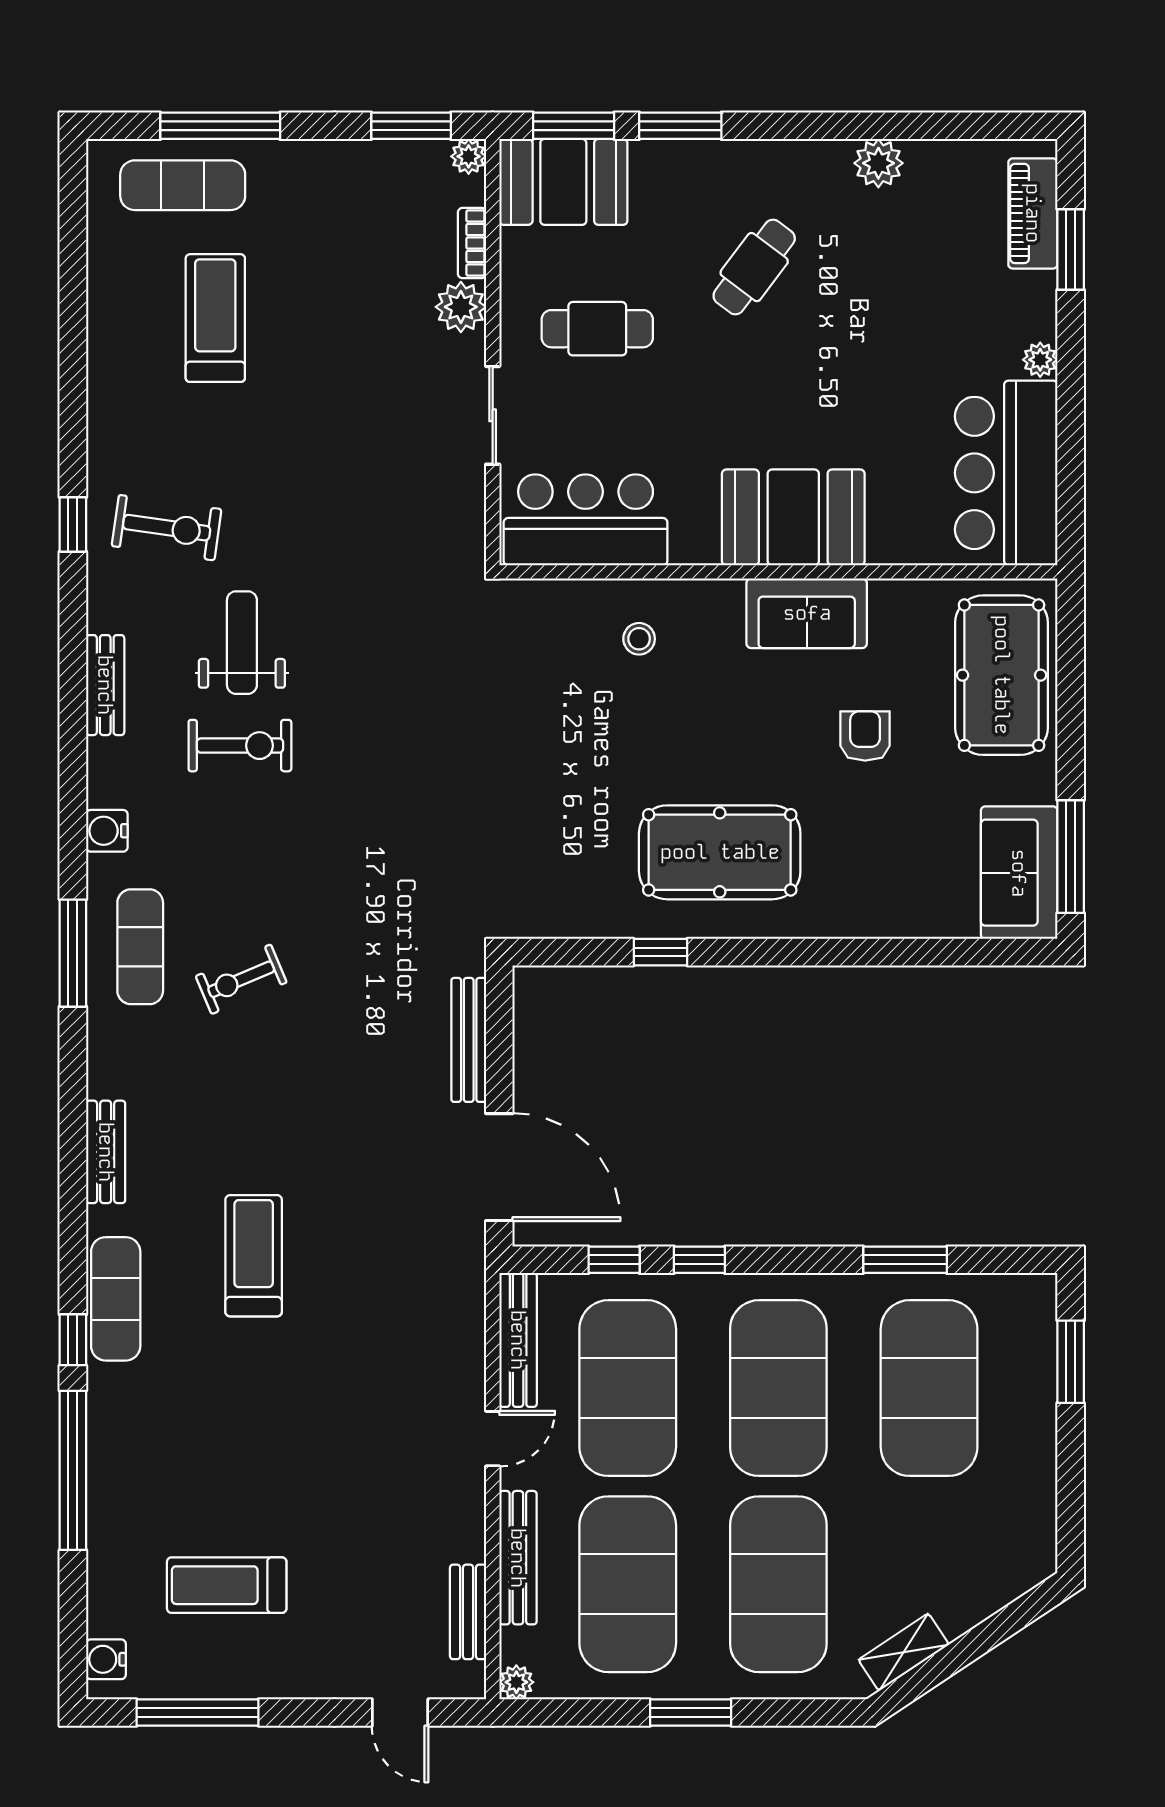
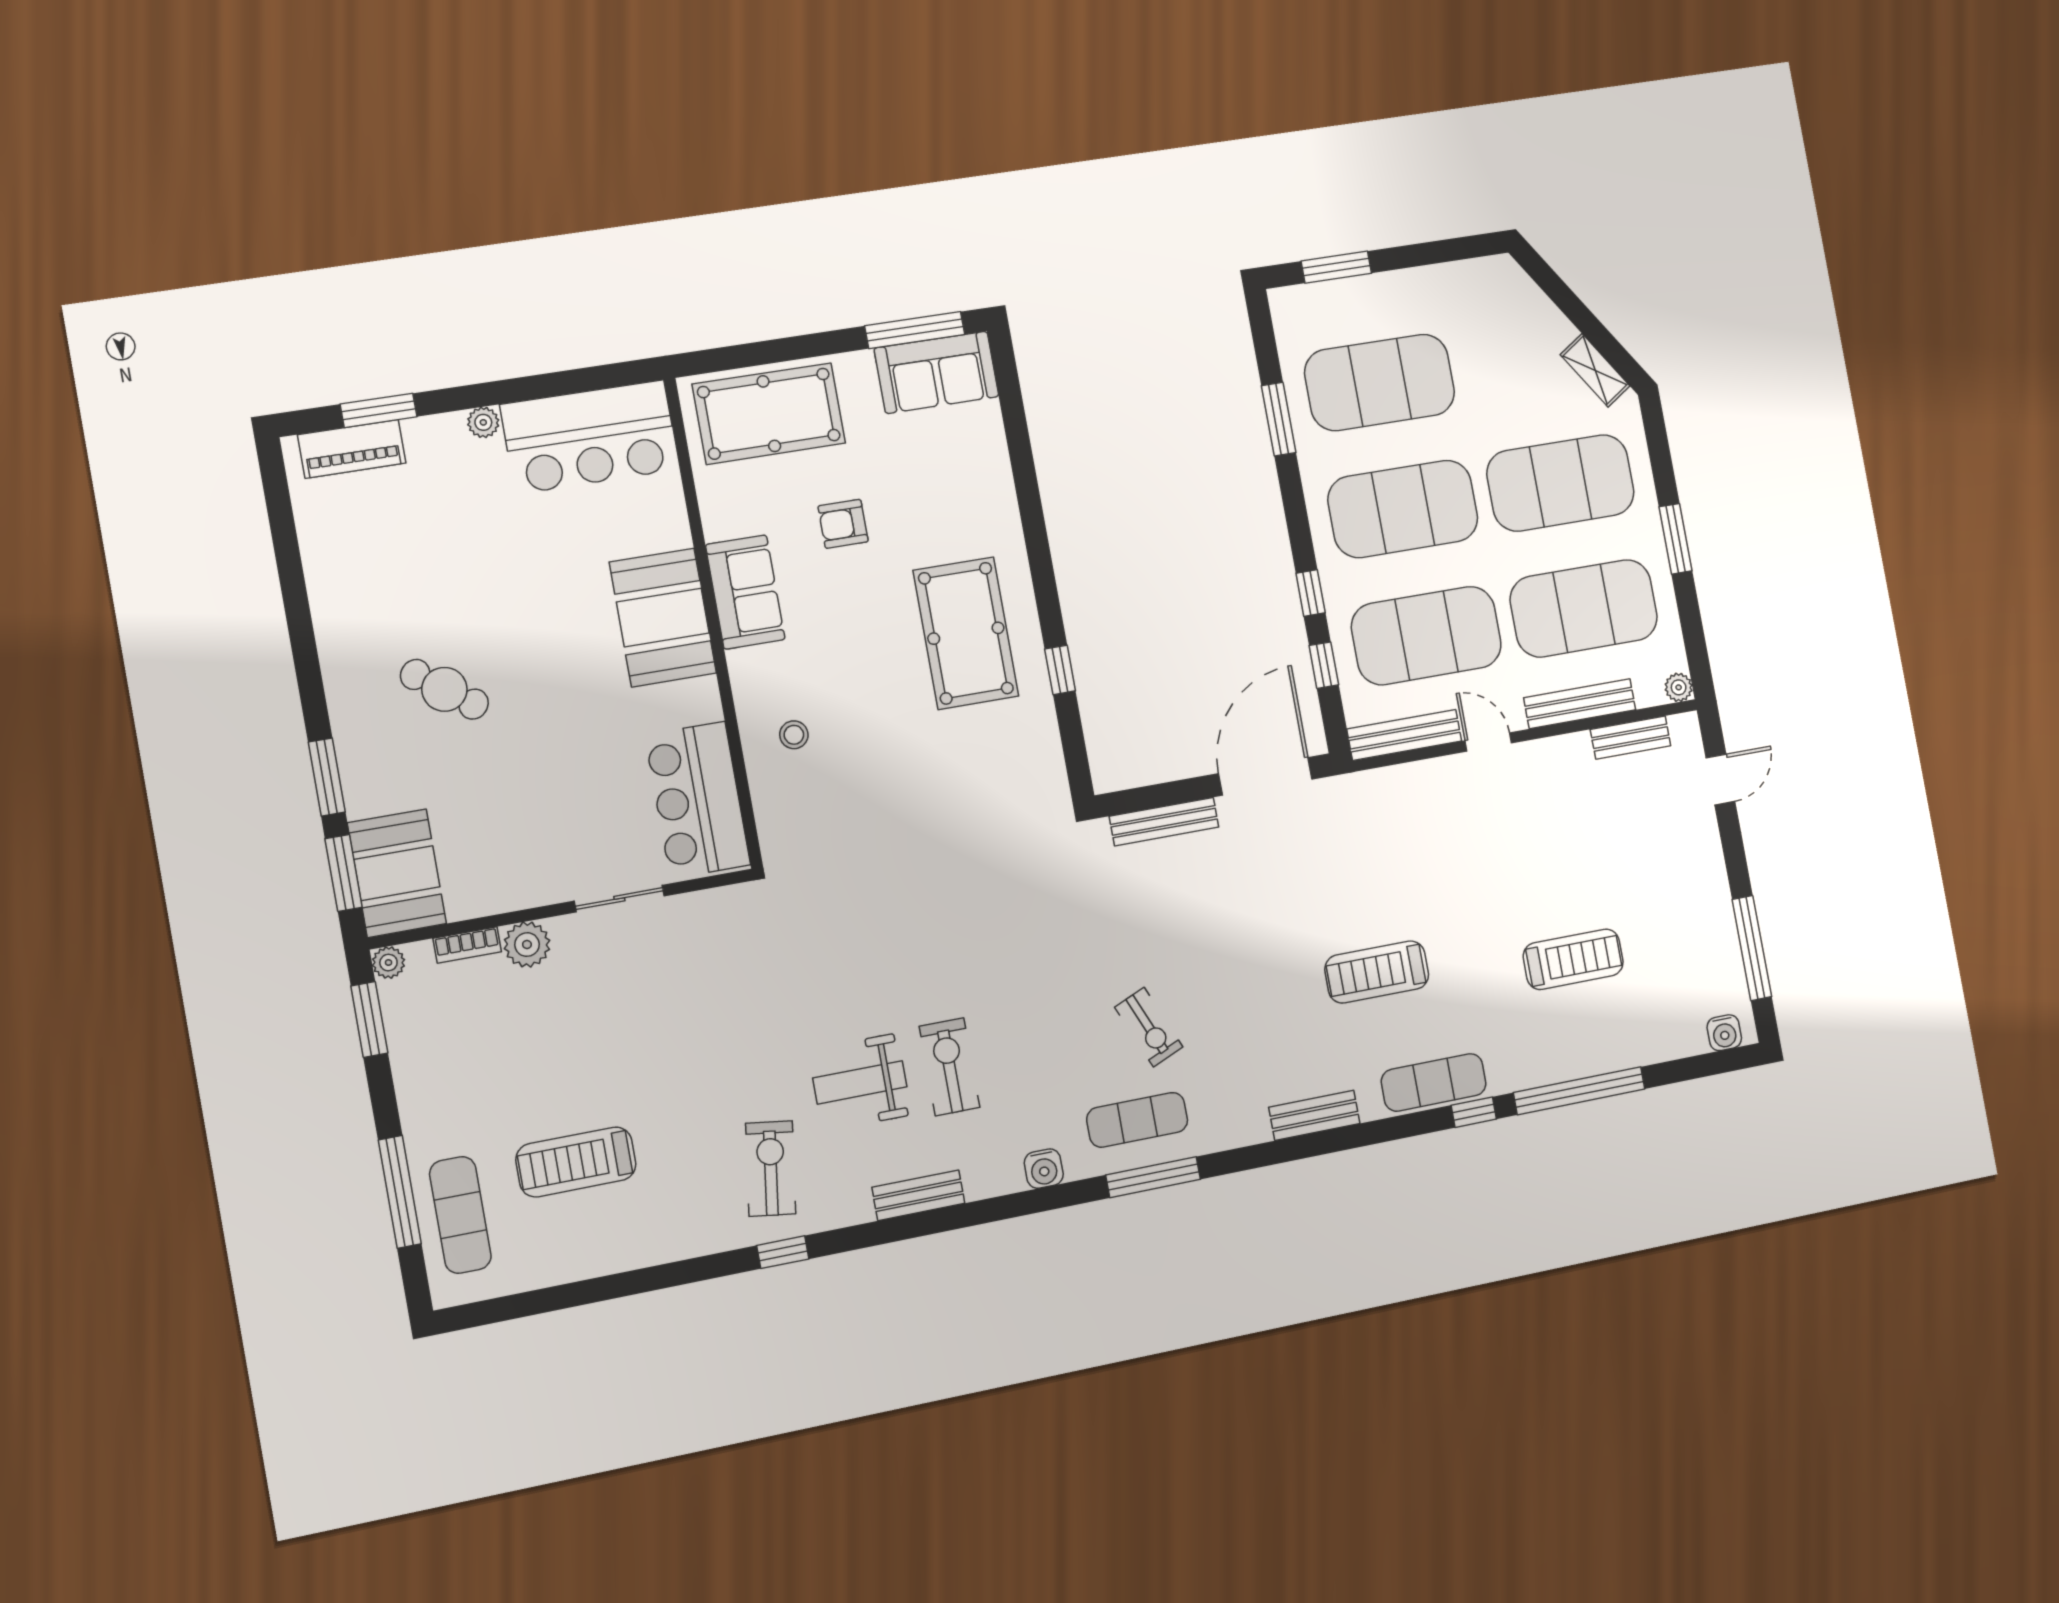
plant: (878, 163) -> (330, 594), removed
cafe table: (597, 329) -> (525, 819), removed
treadmill: (227, 1585) -> (1573, 959), moved, turned -90

